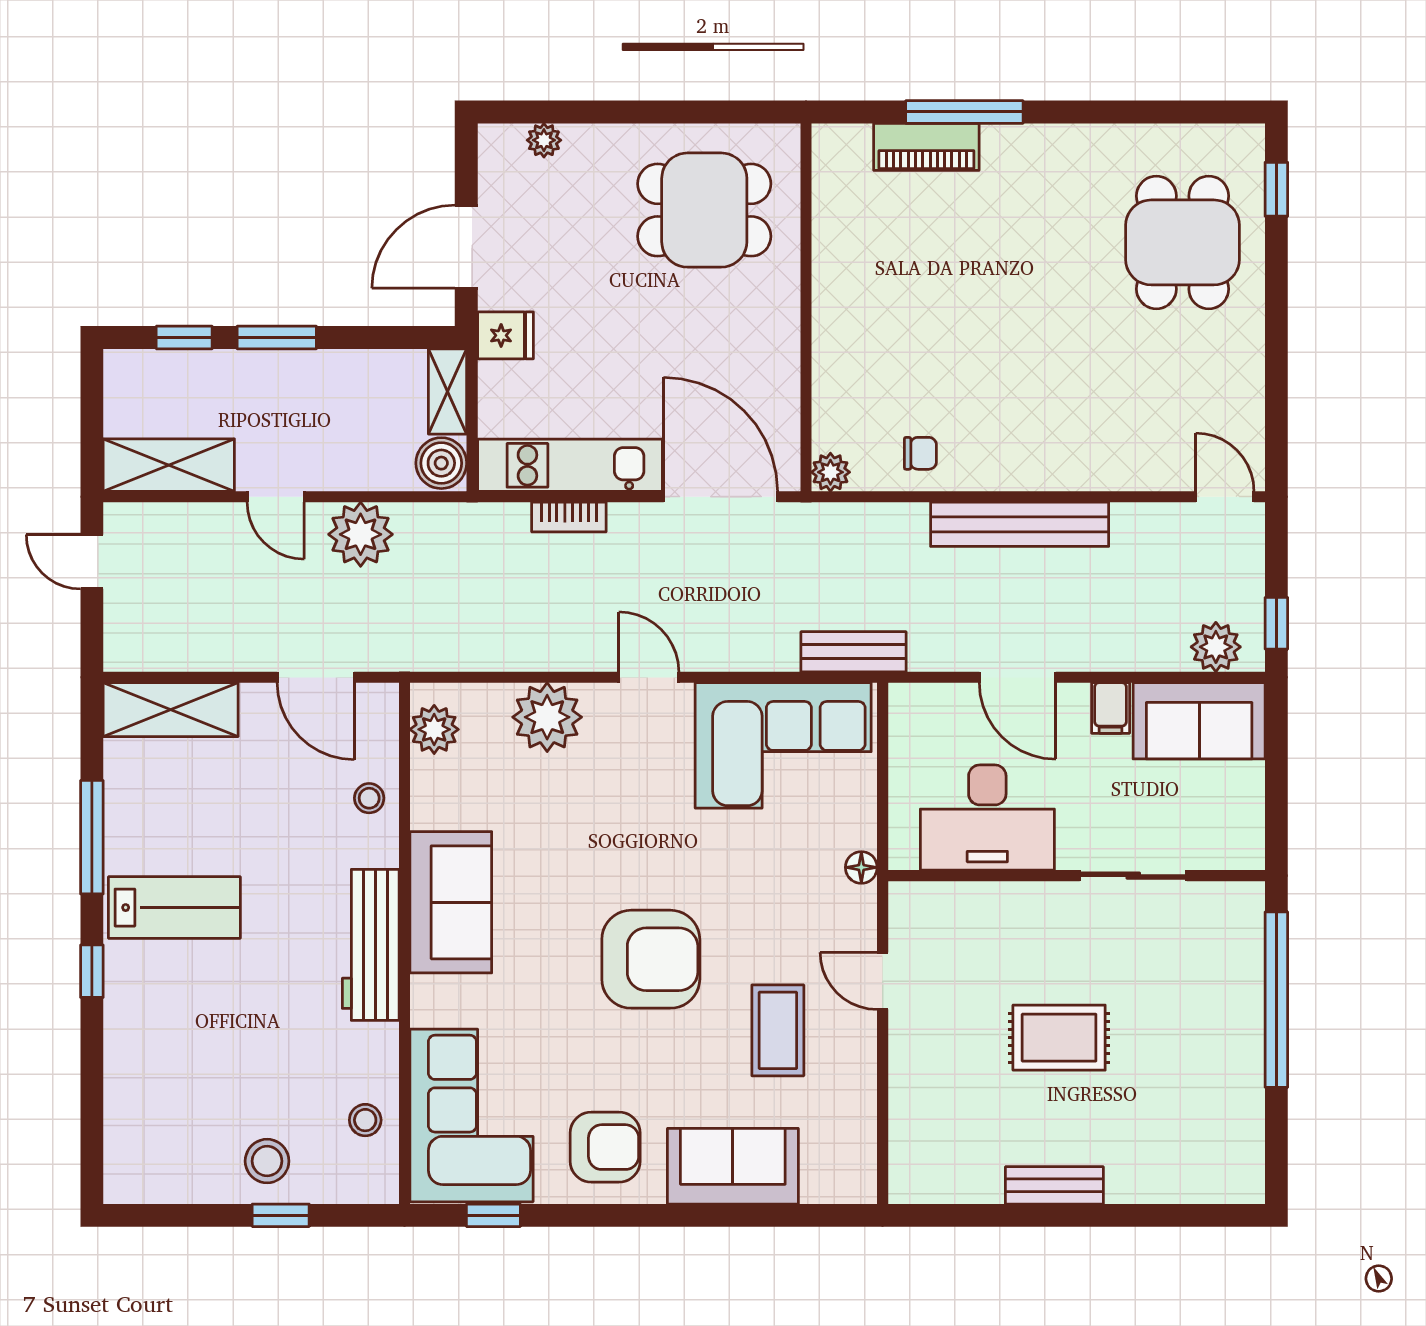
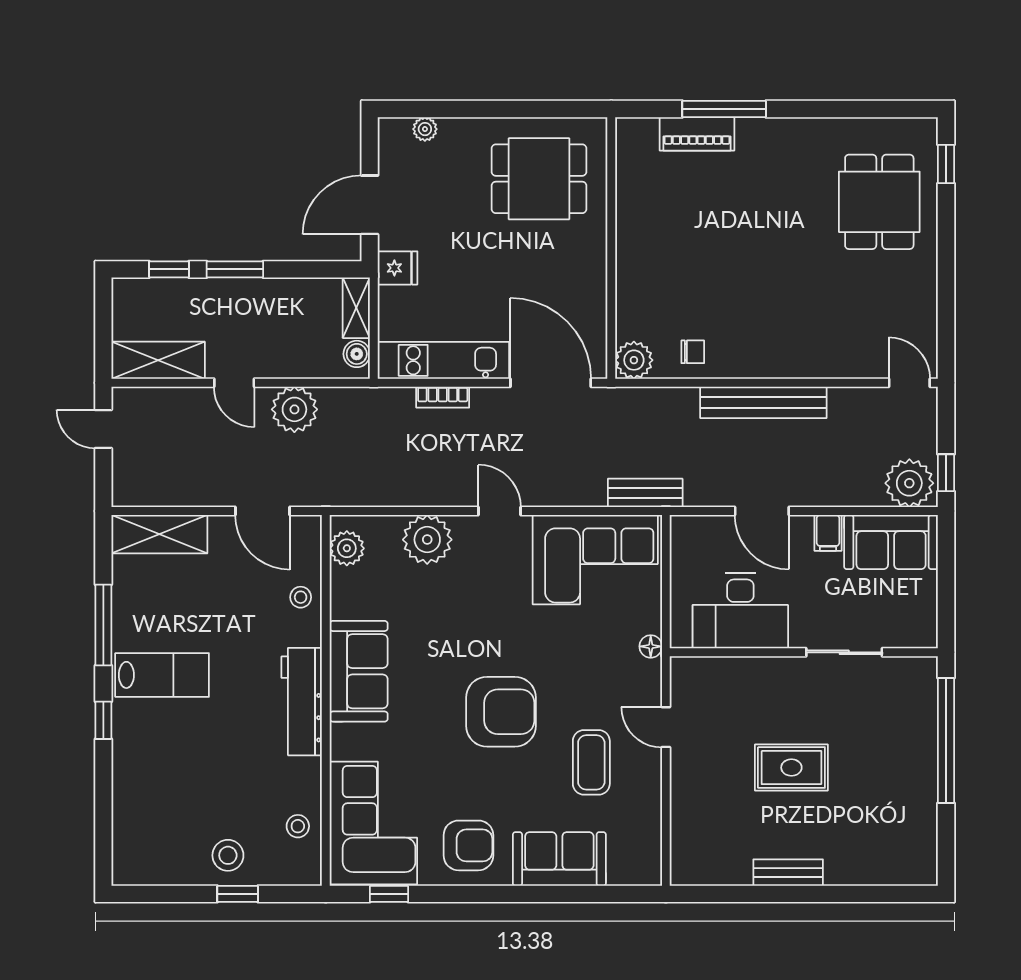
boiler: (441, 463) -> (357, 354), width x0.73, depth x0.73
plant: (830, 472) -> (634, 360), width x1.38, depth x1.38
plant: (1216, 647) -> (909, 483), width x1.36, depth x1.36

